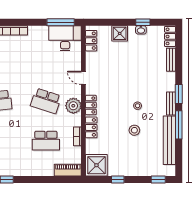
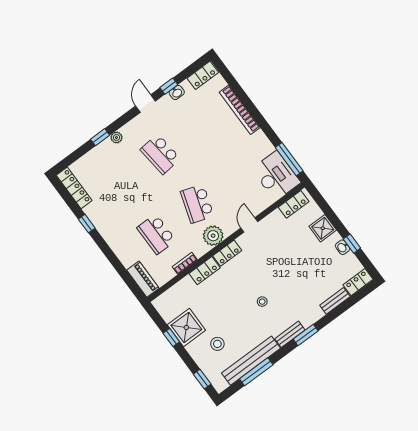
window: (179, 125) -> (256, 372), moved
stool: (134, 130) -> (217, 344), moved
shower: (96, 165) -> (186, 327), moved

